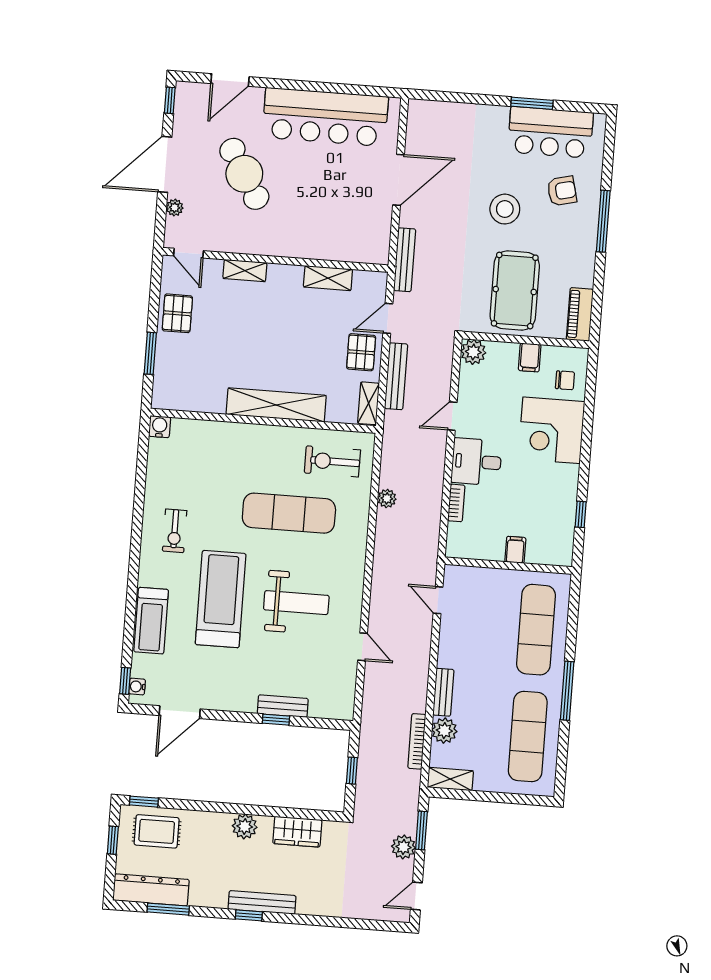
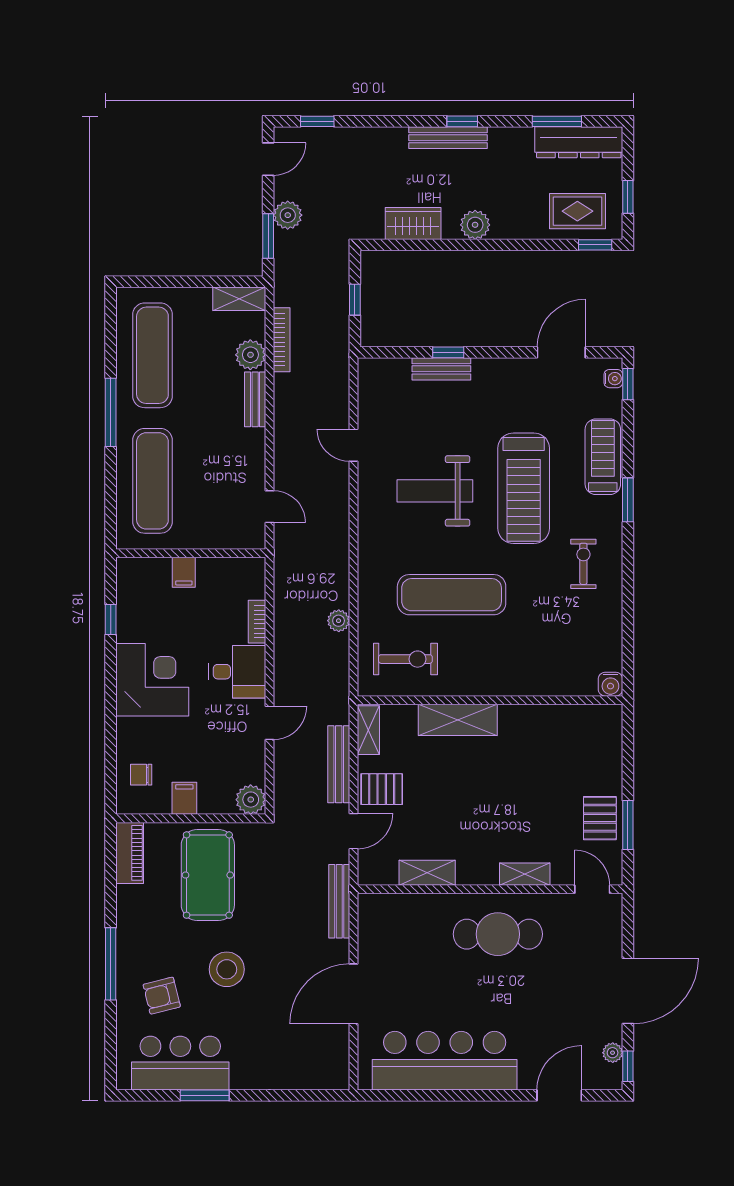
cafe table: (244, 174) -> (498, 934), moved, turned -59
plant: (175, 208) -> (613, 1053), moved
pallet: (361, 352) -> (382, 789), turned 90
window: (150, 353) -> (628, 825), moved
shelving: (276, 405) -> (458, 720), width x0.68
corner desk: (551, 430) -> (152, 680), moved
window: (133, 582) -> (628, 500), added
window: (372, 925) -> (317, 121), added

